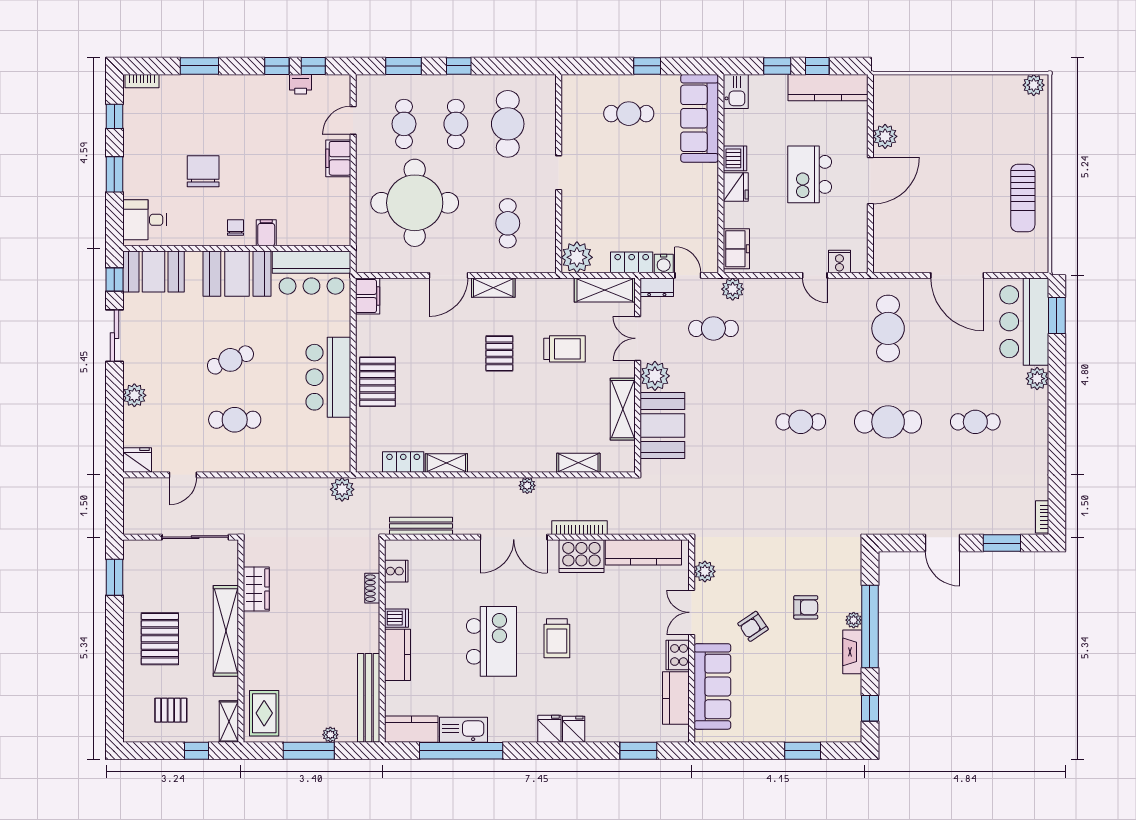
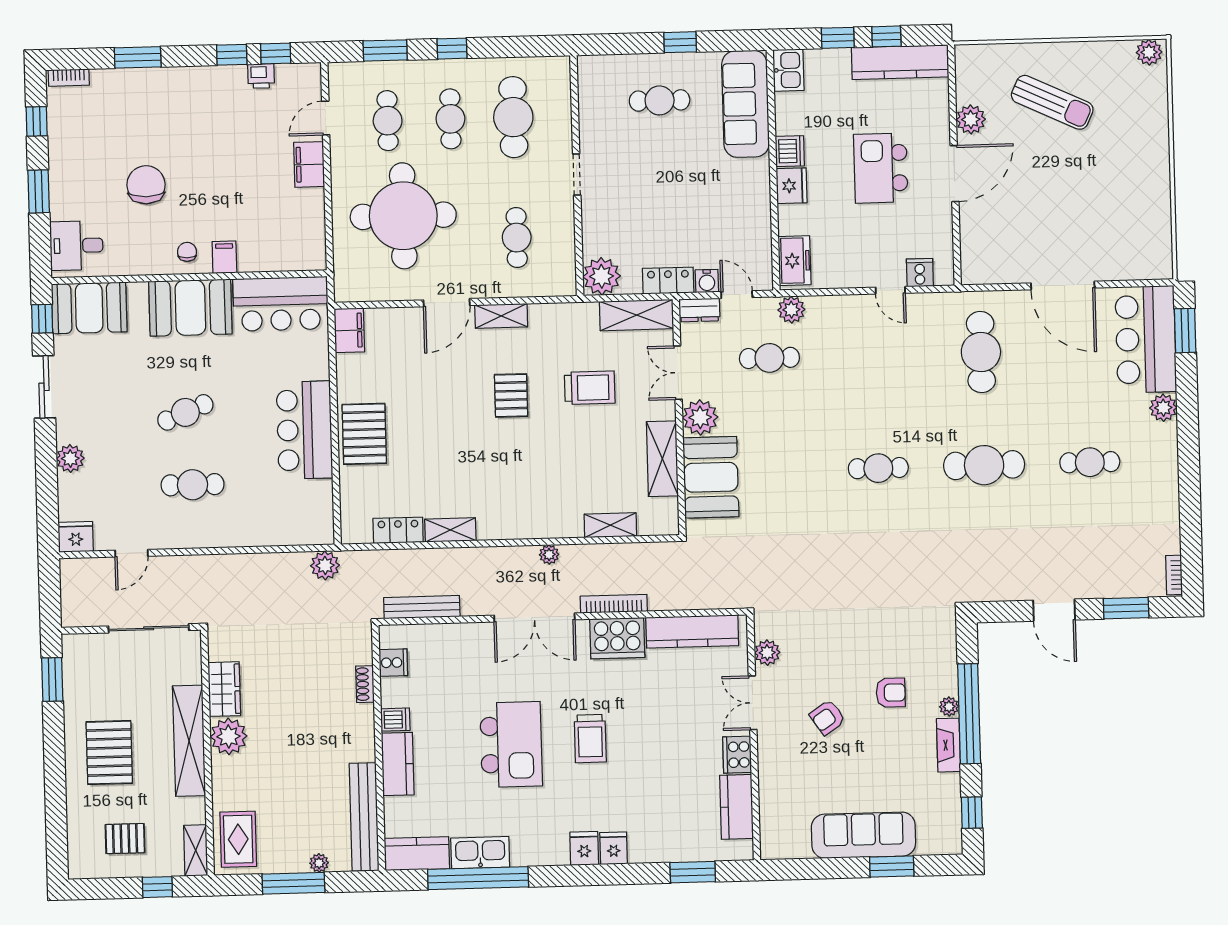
sun lounger: (1023, 198) -> (1052, 102), moved, turned -65
plant: (259, 628) -> (229, 736), added
sofa: (712, 686) -> (863, 835), moved, turned -90

